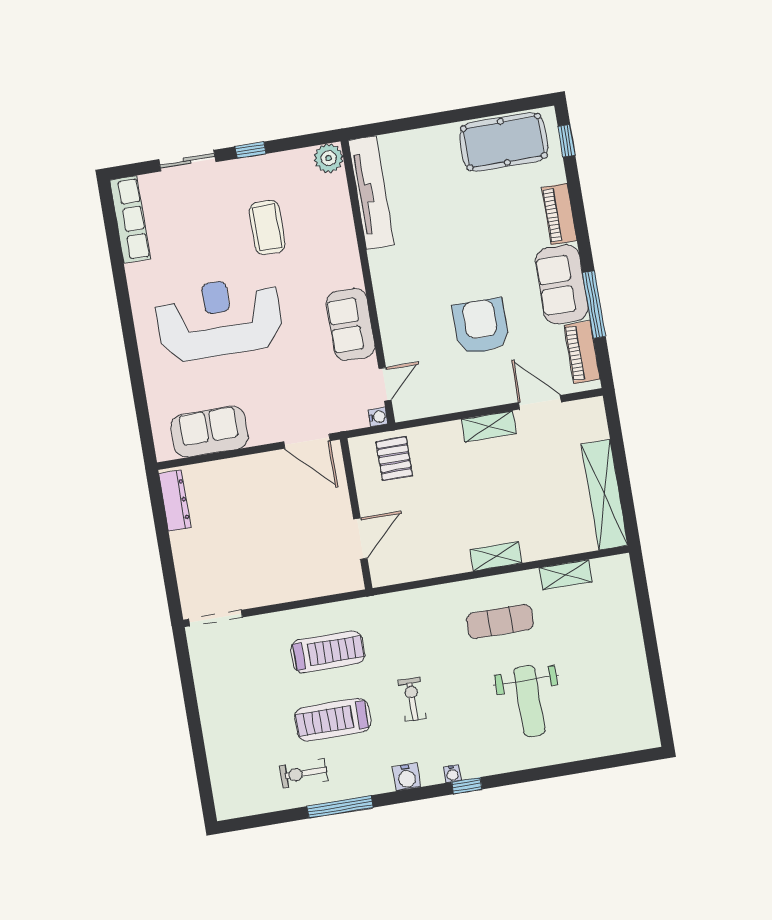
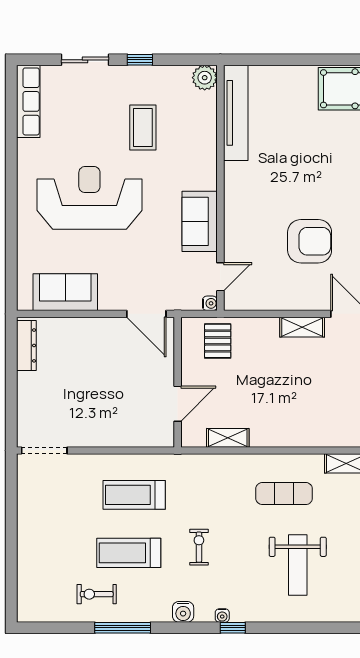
armchair: (481, 326) -> (310, 241), turned 90
shelving: (496, 556) -> (228, 438), moved
treadmill: (328, 652) -> (134, 495), turned 180

